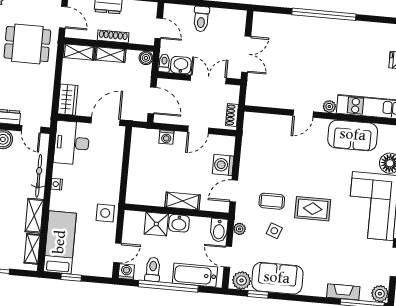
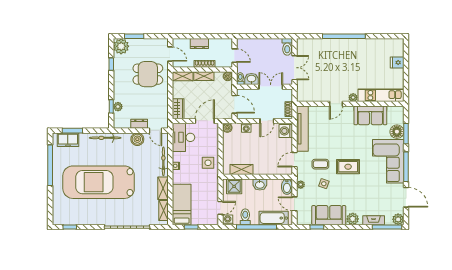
toilet: (201, 19) -> (287, 47), moved
boiler: (138, 135) -> (227, 128), added
tv unit: (250, 146) -> (302, 129), added
washing machine: (223, 165) -> (286, 131), moved
shelving: (183, 201) -> (241, 169), moved
side table: (105, 213) -> (208, 163), moved
shower: (156, 224) -> (234, 186), moved
plant: (242, 280) -> (353, 219), moved

